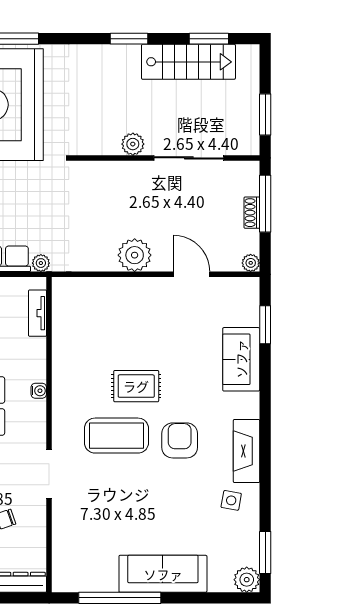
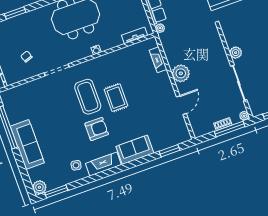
plant: (251, 263) -> (244, 116), moved
fireplace: (96, 287) -> (158, 60), added
sofa: (241, 359) -> (135, 150), moved

